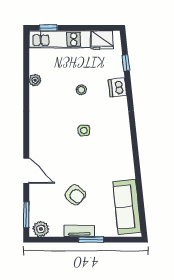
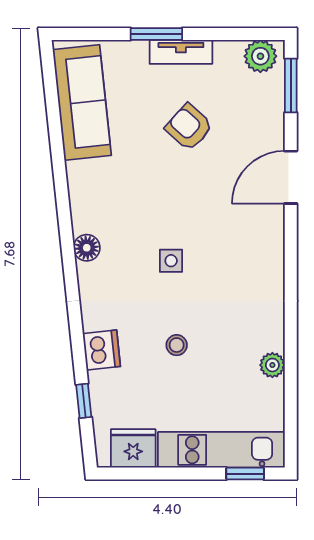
floor lamp: (125, 137) -> (87, 248), added
door: (26, 171) -> (291, 177), hinge flipped

